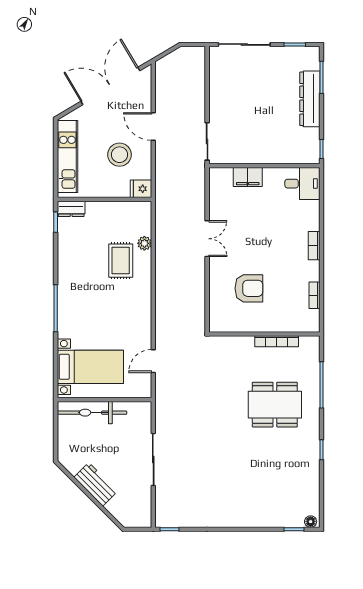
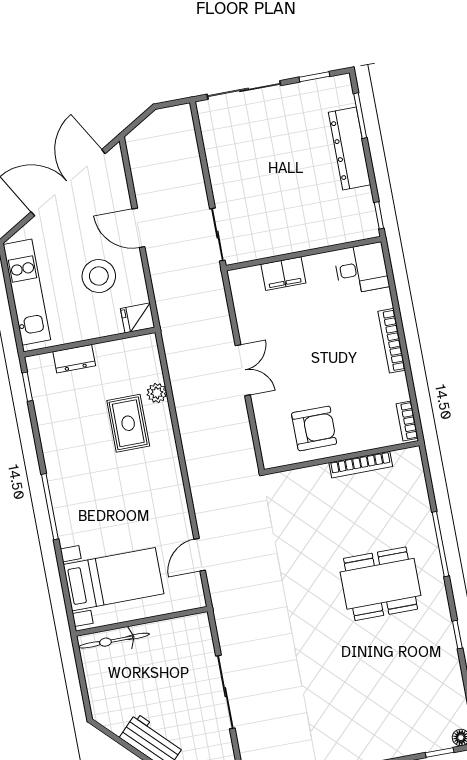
dresser: (71, 209) -> (74, 359), moved
bookcase: (314, 246) -> (392, 341), width x1.56
wall: (264, 334) -> (342, 458), moved
bookcase: (277, 341) -> (361, 465), moved
bicycle: (92, 413) -> (114, 641), width x0.73, depth x0.71

